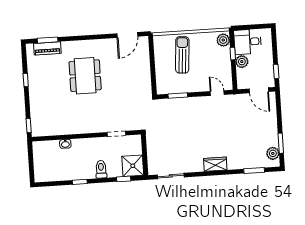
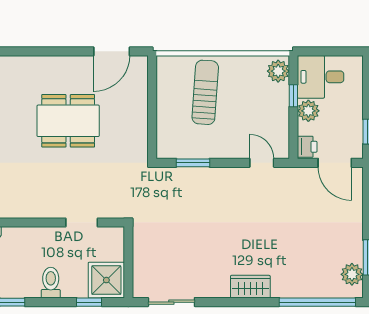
dining table: (85, 76) -> (68, 121), moved, turned 90
printer: (243, 82) -> (307, 147), added
window: (254, 171) -> (317, 302), width x2.11

